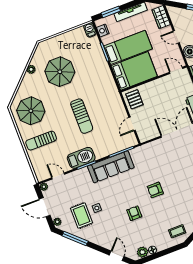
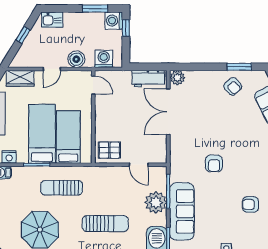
door: (176, 70) -> (93, 85), swing flipped
bed: (134, 71) -> (68, 137), width x0.67
sun lounger: (95, 76) -> (62, 188), added
plant: (110, 146) -> (156, 202), added
armchair: (155, 190) -> (214, 164), moved

